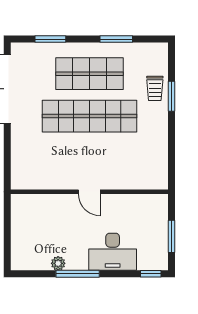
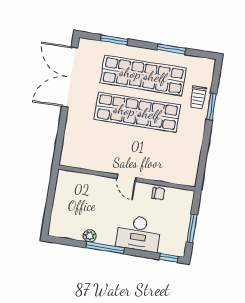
shop shelf: (89, 74) -> (143, 75), width x1.40
chair: (128, 204) -> (158, 194), added

